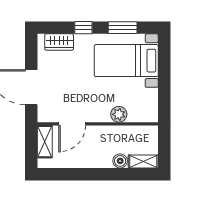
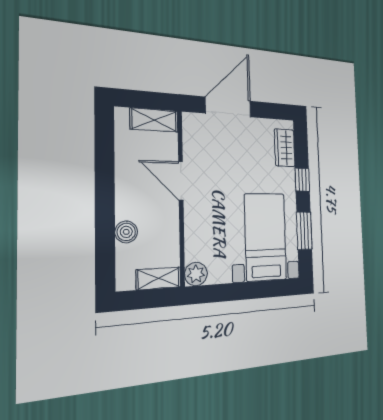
plant: (119, 114) -> (196, 274), moved
door: (72, 124) -> (181, 181), moved
shelving: (143, 161) -> (159, 278), moved, turned 90

